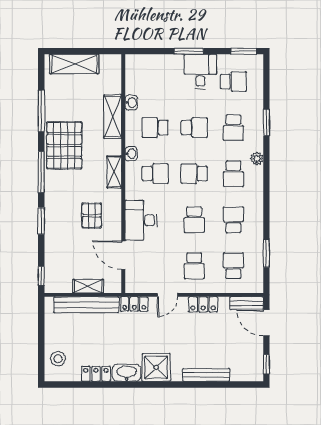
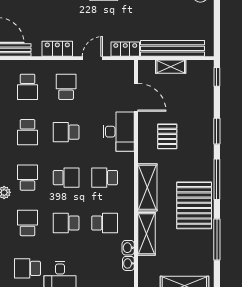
washbasin: (131, 154) -> (128, 263), moved
shelving: (114, 172) -> (147, 187), width x1.50, depth x1.33
school desk: (194, 220) -> (66, 132), turned -90

